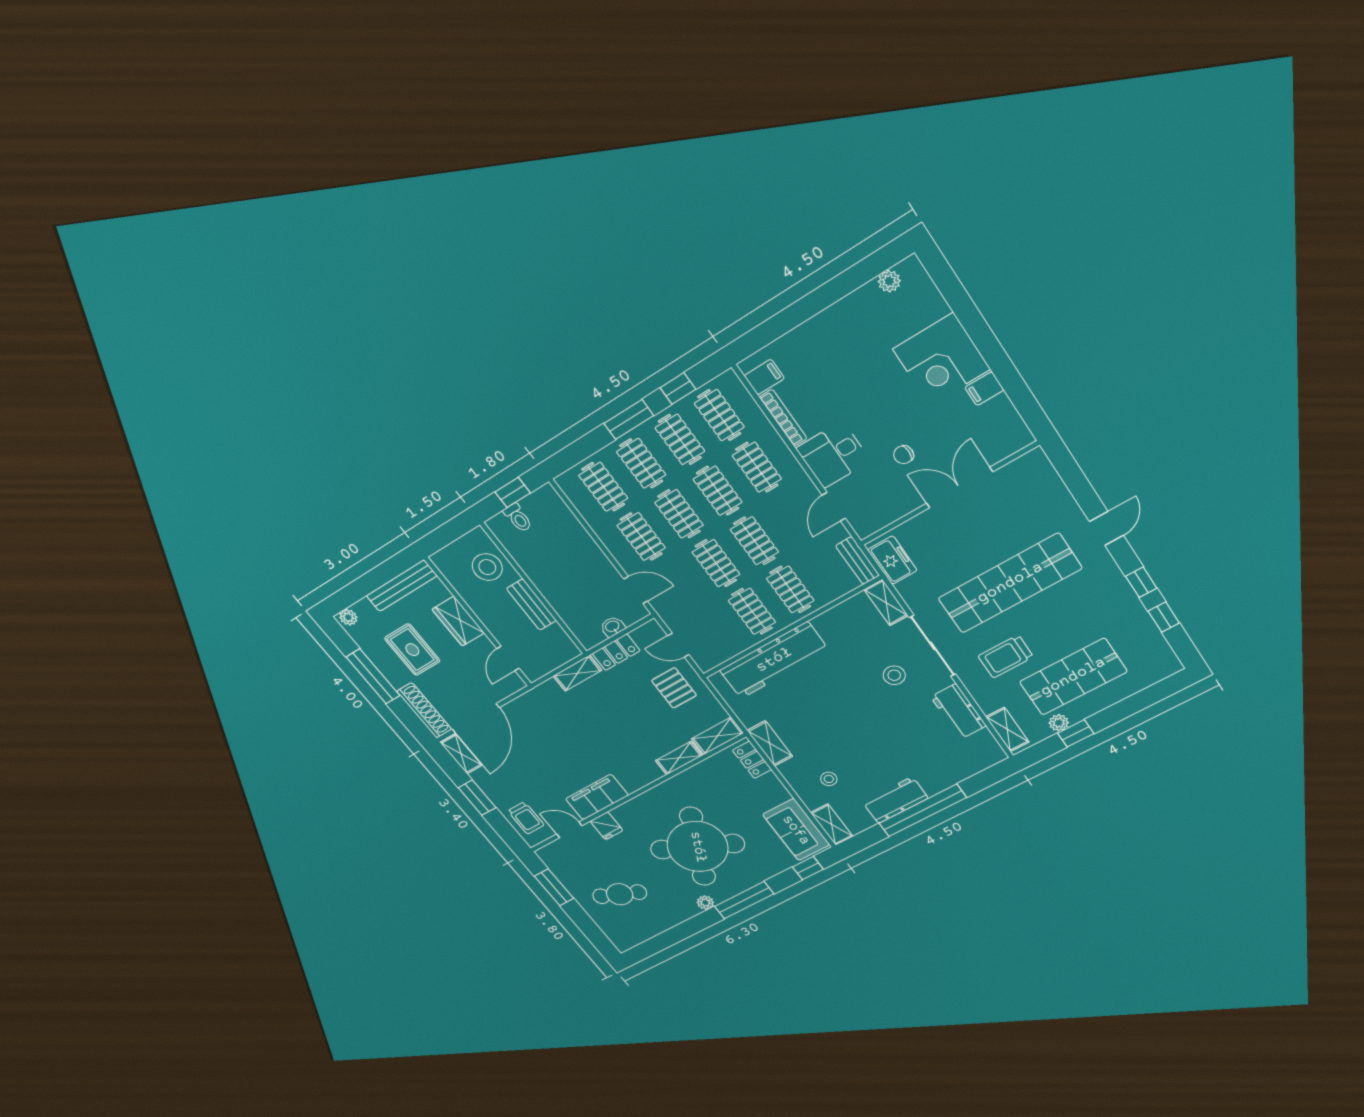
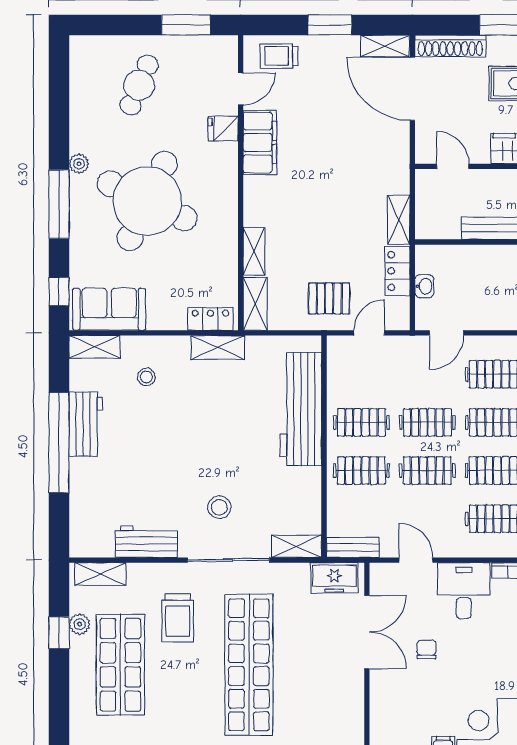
double door: (960, 488) -> (367, 632), moved
trolley: (1006, 657) -> (178, 618), turned 180

